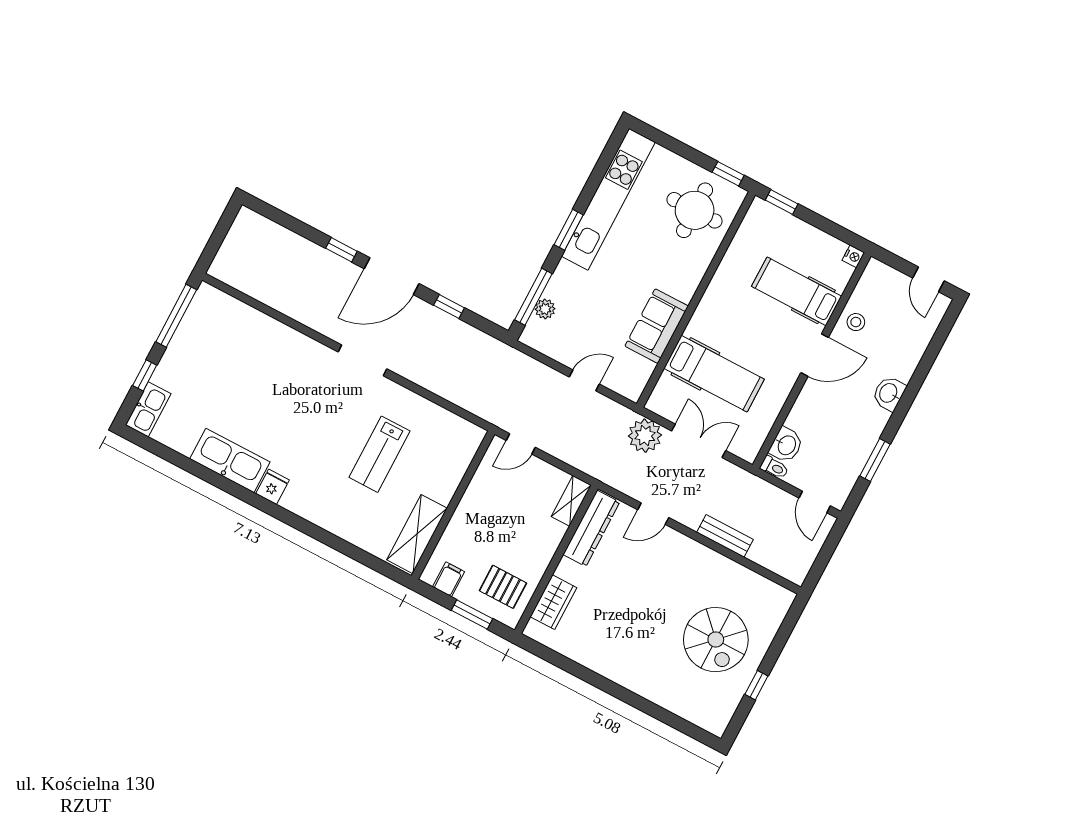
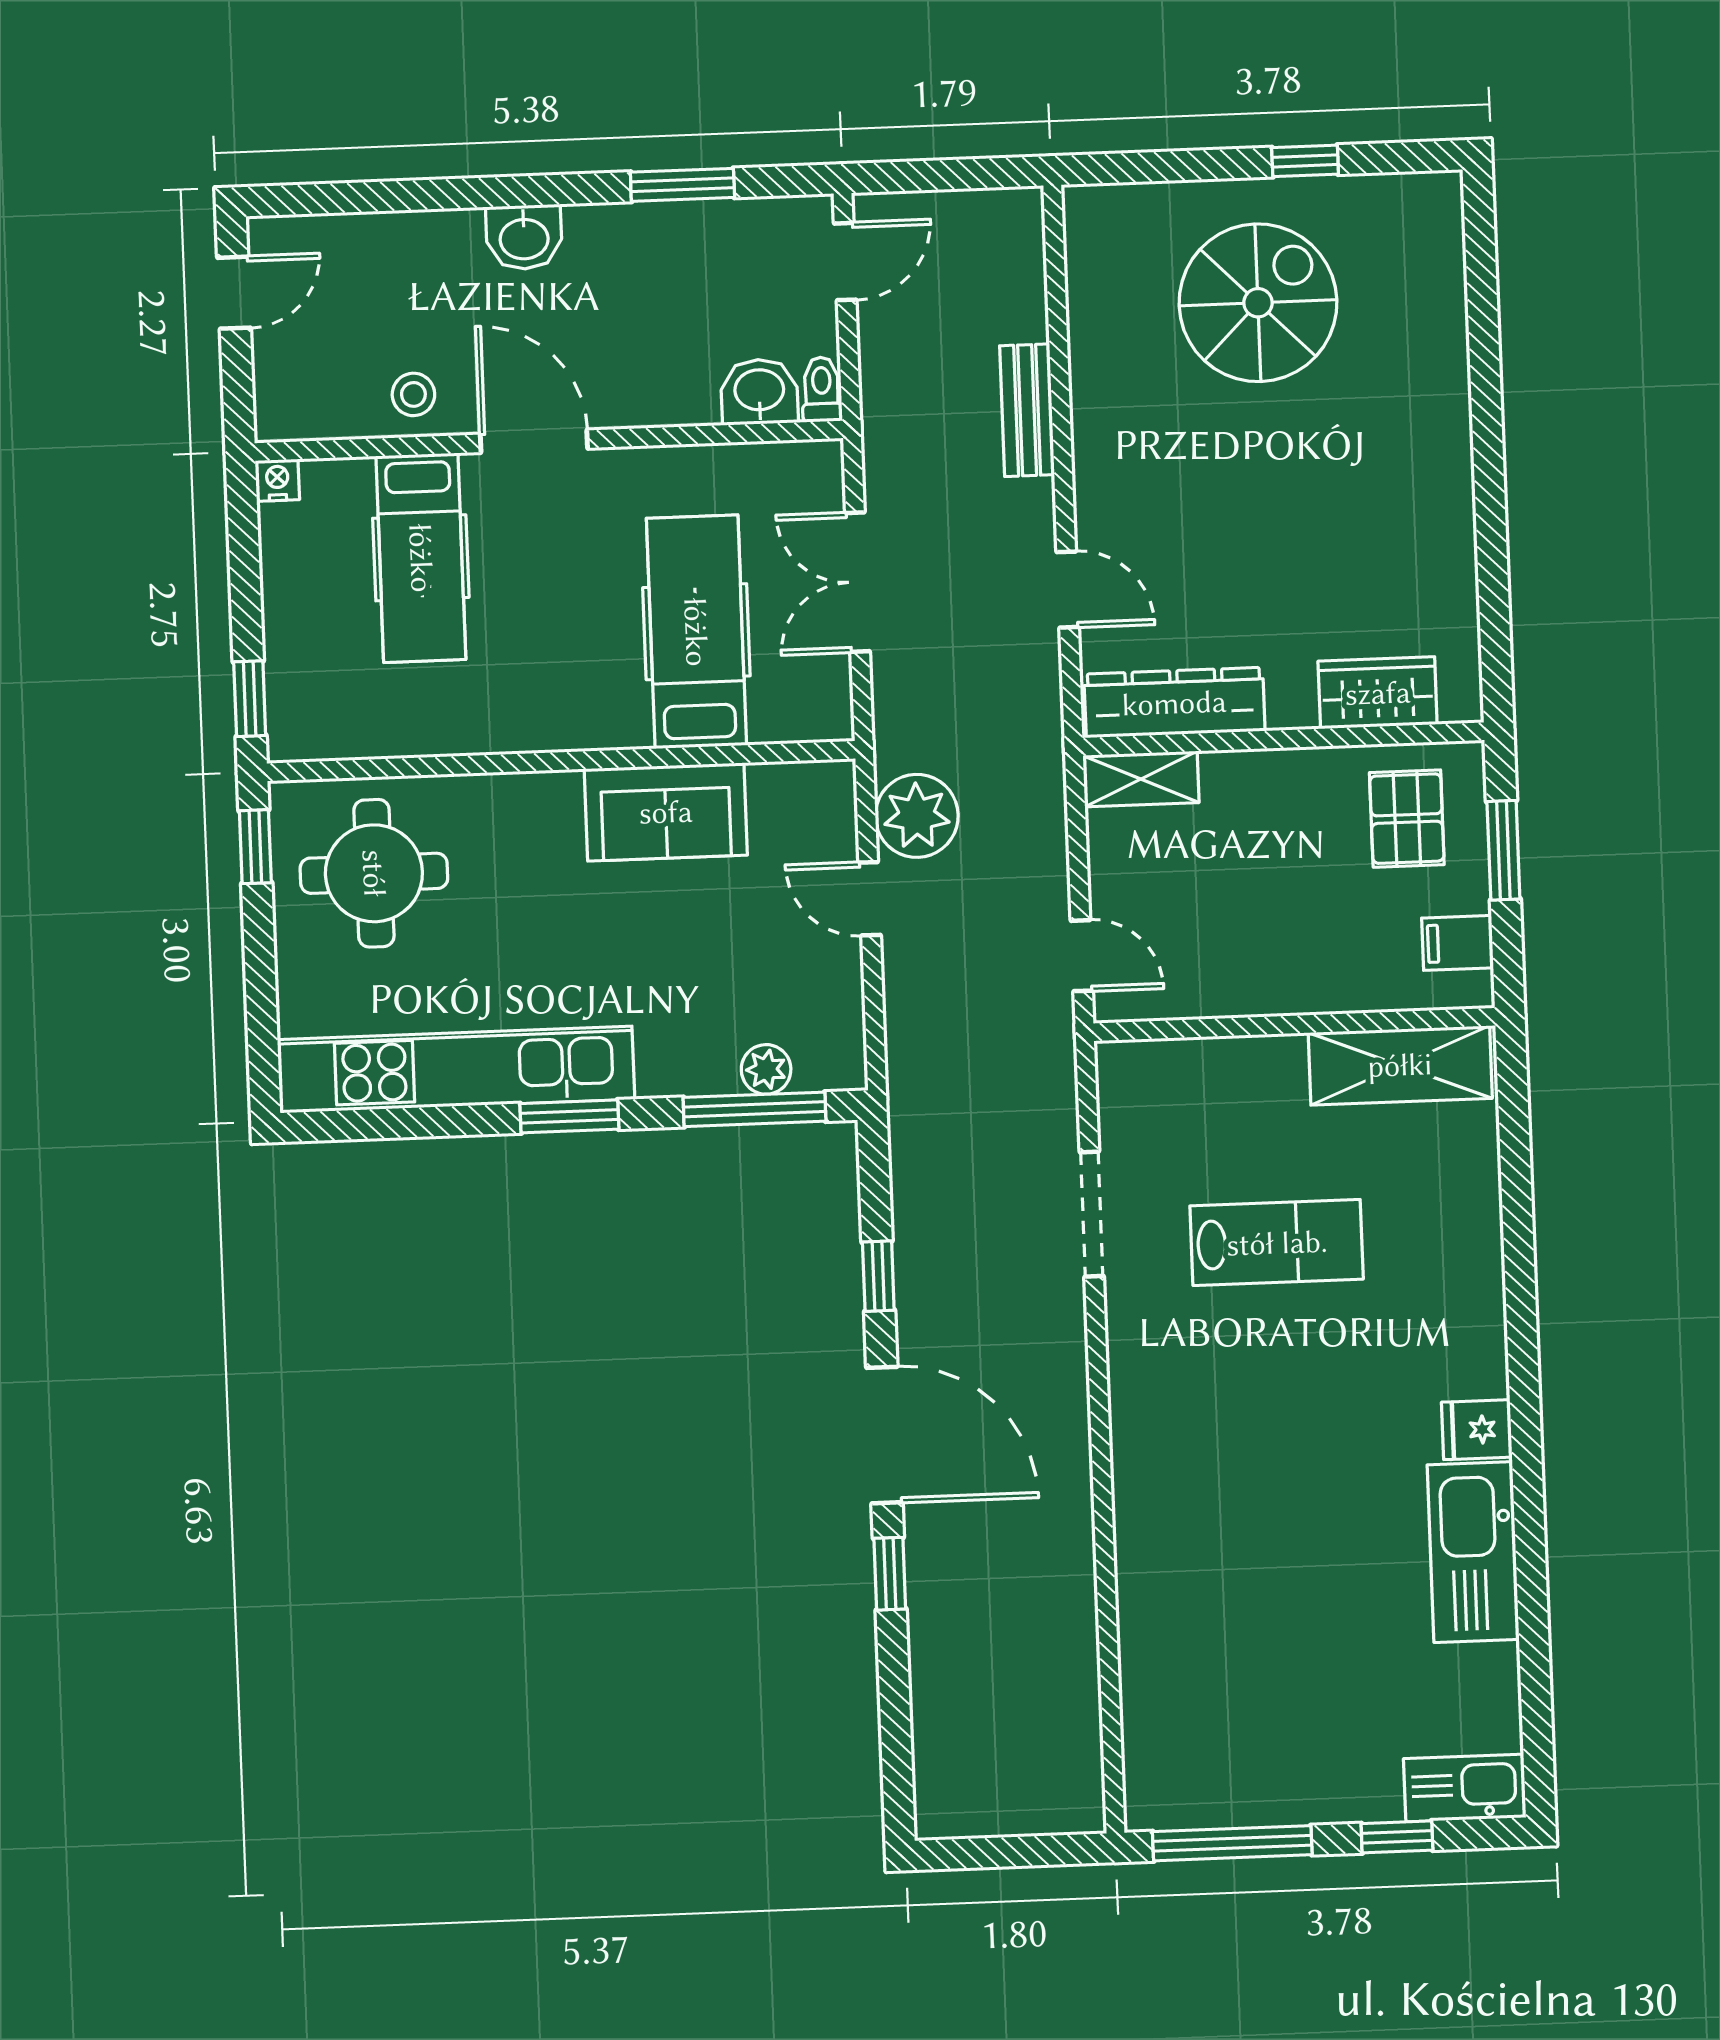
doorway: (363, 360) -> (1092, 1214), moved
plant: (645, 436) -> (917, 816), moved

